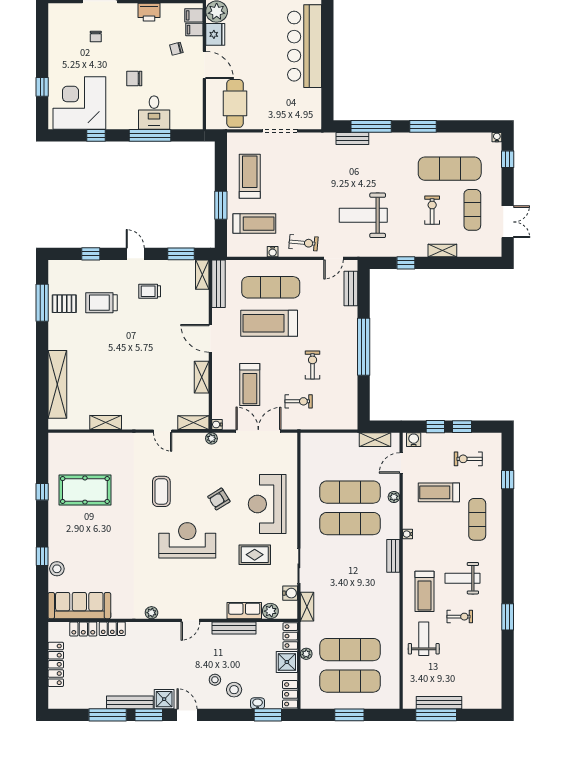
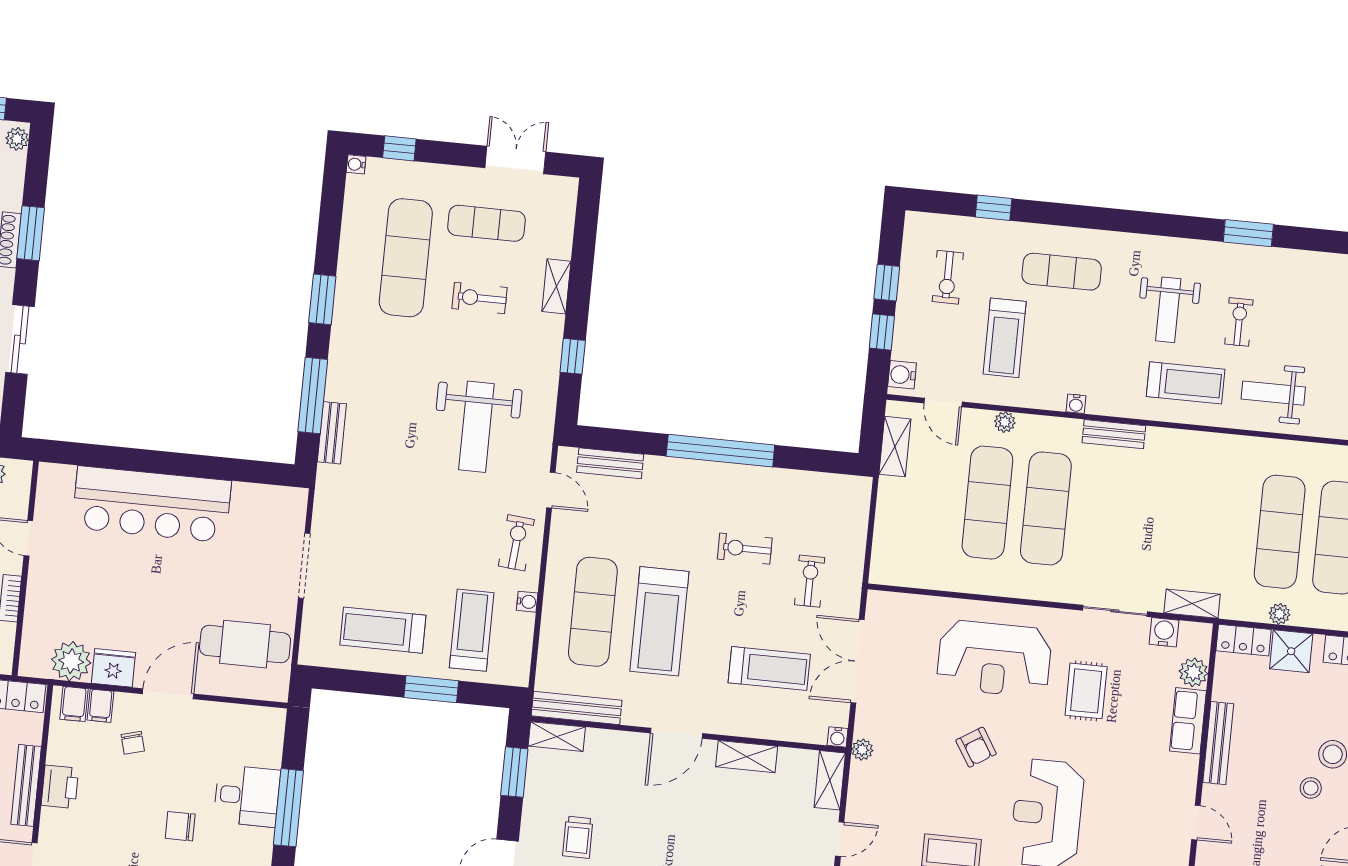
chair: (134, 79) -> (180, 826), turned 90

